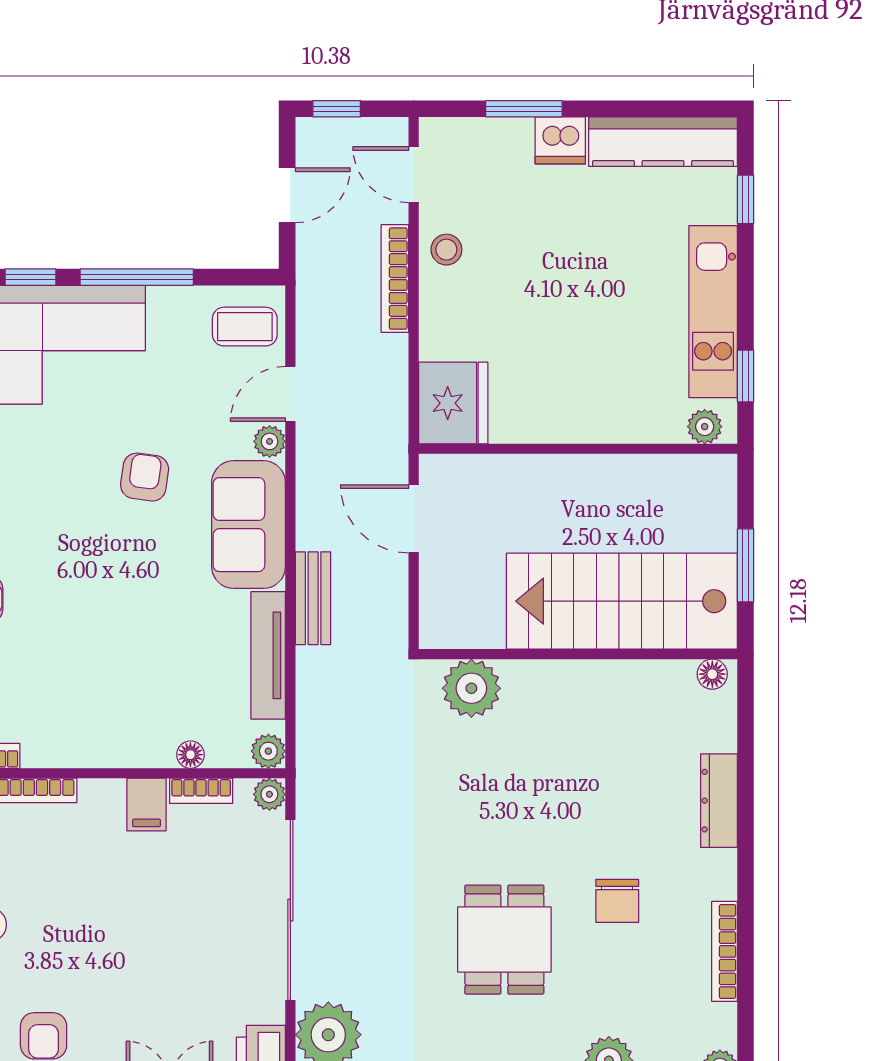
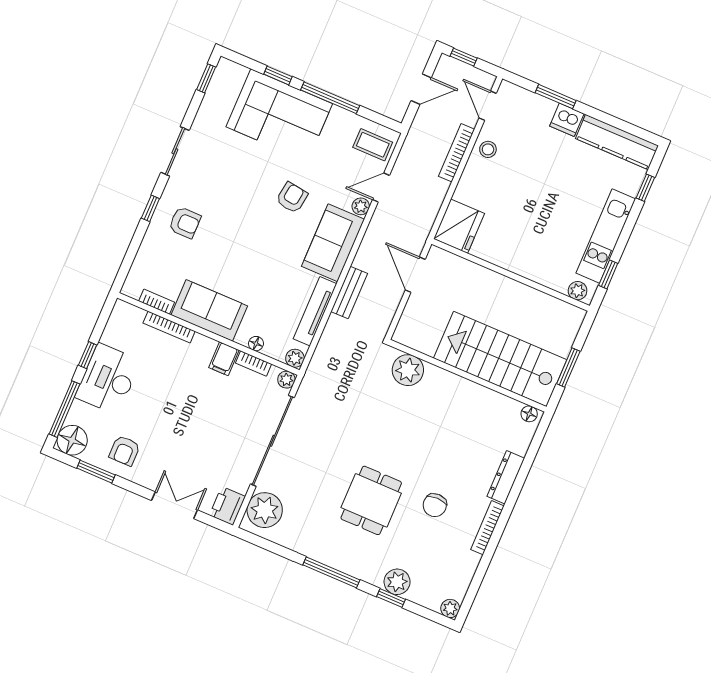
sofa: (86, 732) -> (209, 310), added
bookcase: (724, 951) -> (487, 528), moved

